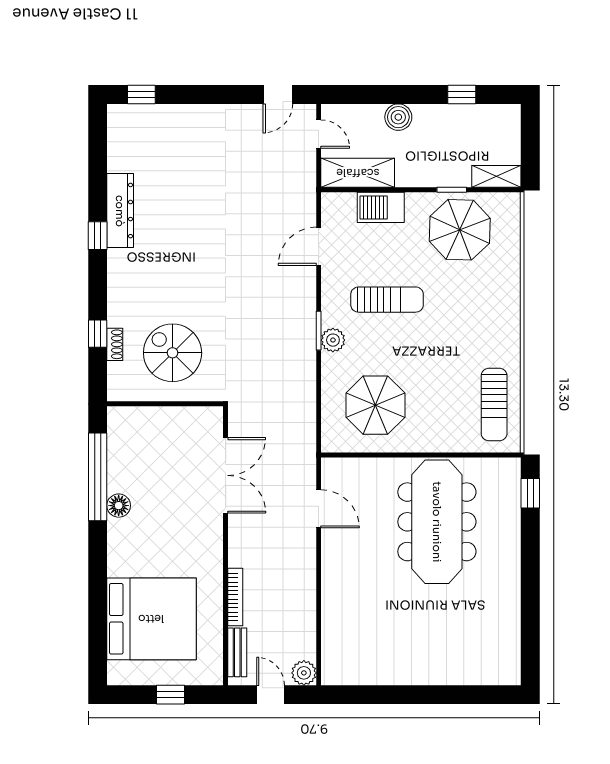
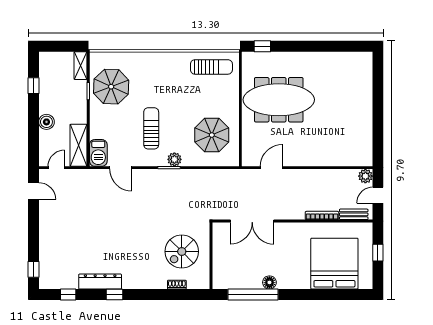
barbecue: (381, 207) -> (98, 153), moved
window: (98, 334) -> (68, 294), moved
double door: (226, 475) -> (252, 221), swing flipped

